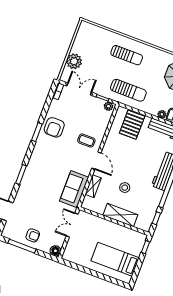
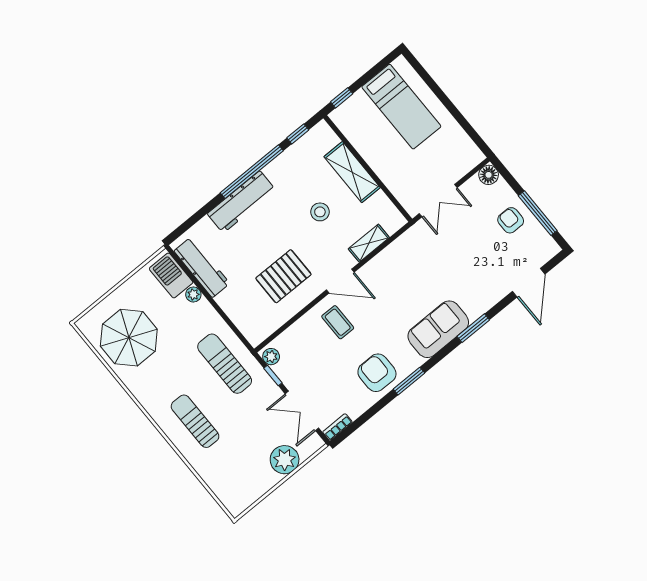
pallet: (132, 125) -> (283, 276), moved
armchair: (54, 127) -> (377, 373), turned -90
door: (96, 161) -> (340, 281), swing flipped
sofa: (74, 189) -> (438, 329), moved, turned 180

